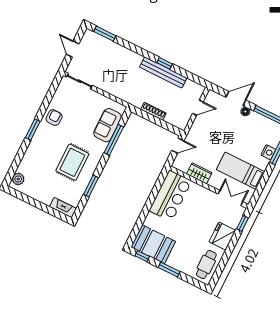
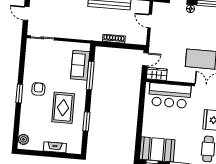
door: (198, 108) -> (150, 21), swing flipped
armchair: (54, 118) -> (38, 89), moved
wardrobe: (199, 173) -> (157, 74), moved
bar counter: (170, 196) -> (170, 96), moved, turned 90
fireplace: (63, 208) -> (55, 147), moved

